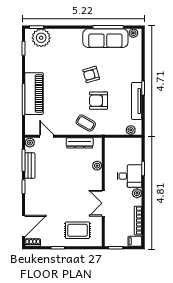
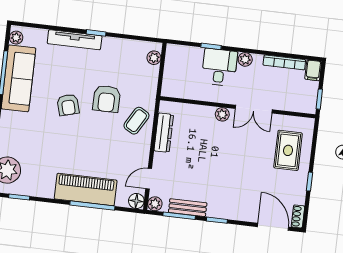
tv unit: (137, 101) -> (75, 40), moved
floor lamp: (30, 129) -> (136, 201), added
plant: (97, 166) -> (222, 114), moved

